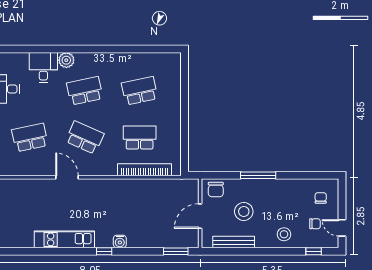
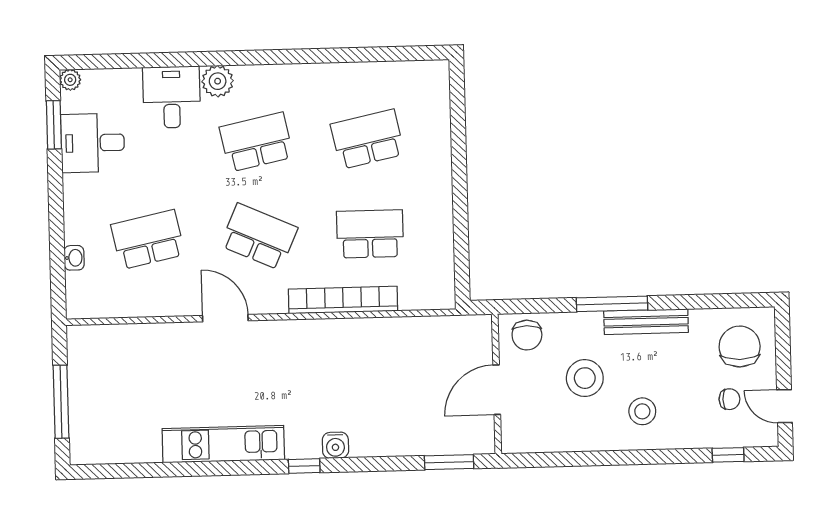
bookcase: (145, 170) -> (343, 300), moved
chair: (321, 198) -> (740, 347), width x1.87, depth x1.87
stool: (284, 234) -> (642, 411), moved
bench: (234, 242) -> (646, 322), moved

